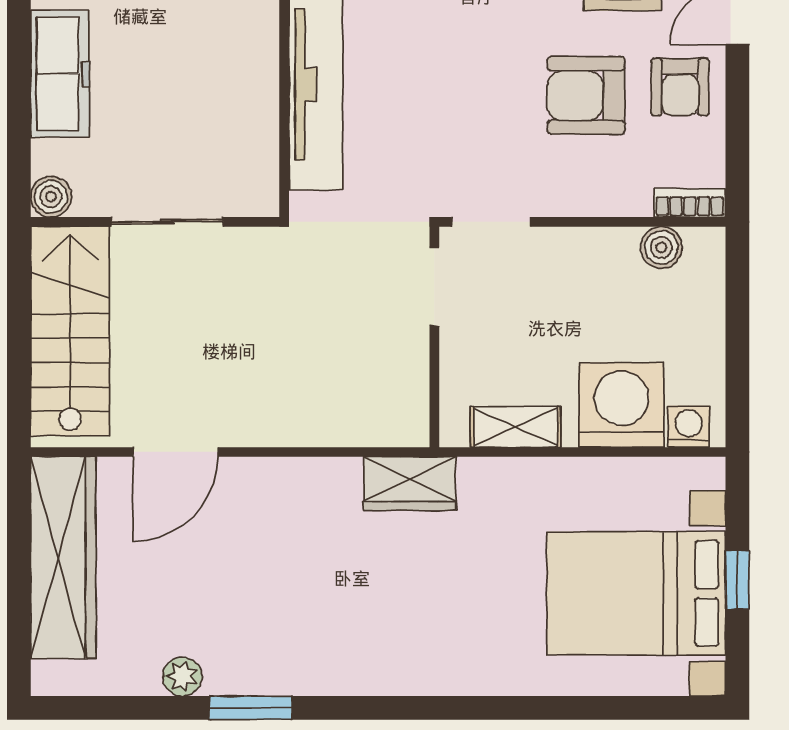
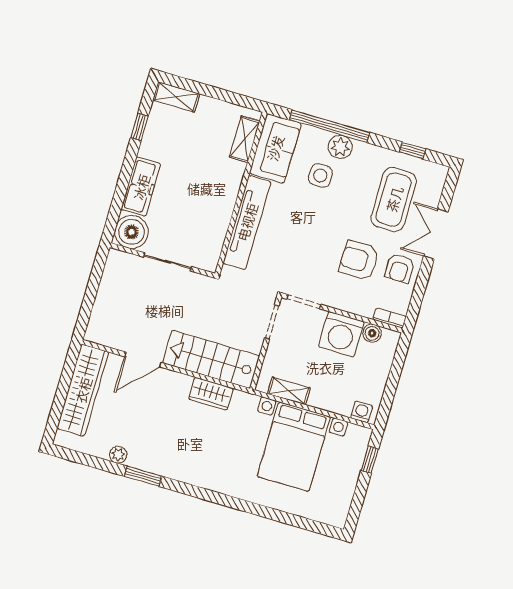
boiler: (51, 197) -> (131, 232), width x1.86, depth x1.86
stairs: (70, 331) -> (211, 359), moved, turned -90
washing machine: (621, 405) -> (341, 334), moved, turned 180
wardrobe: (410, 483) -> (211, 394), moved
window: (737, 580) -> (370, 459), moved
bed with nightstands: (636, 593) -> (294, 447), moved, turned -90

